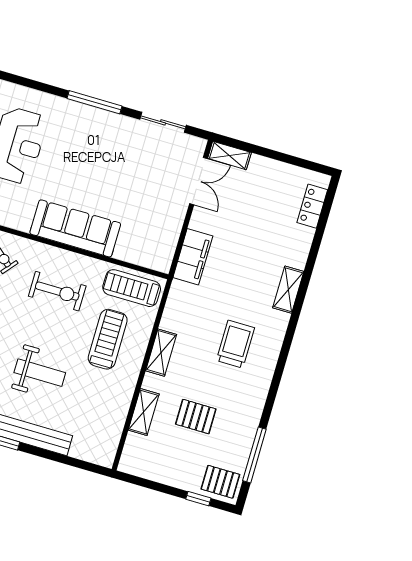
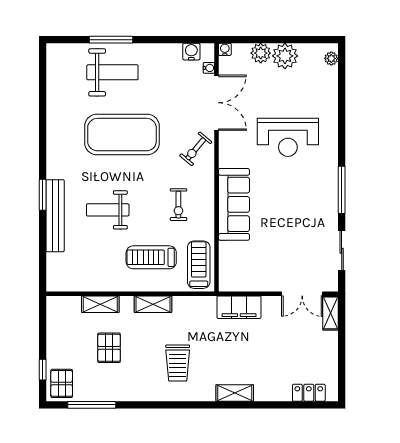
exercise bike: (57, 291) -> (178, 205), width x0.73, depth x0.72
treadmill: (108, 339) -> (151, 257), turned 180
trolley: (235, 344) -> (178, 363), turned 90
weight bench: (40, 373) -> (108, 210), turned 90

